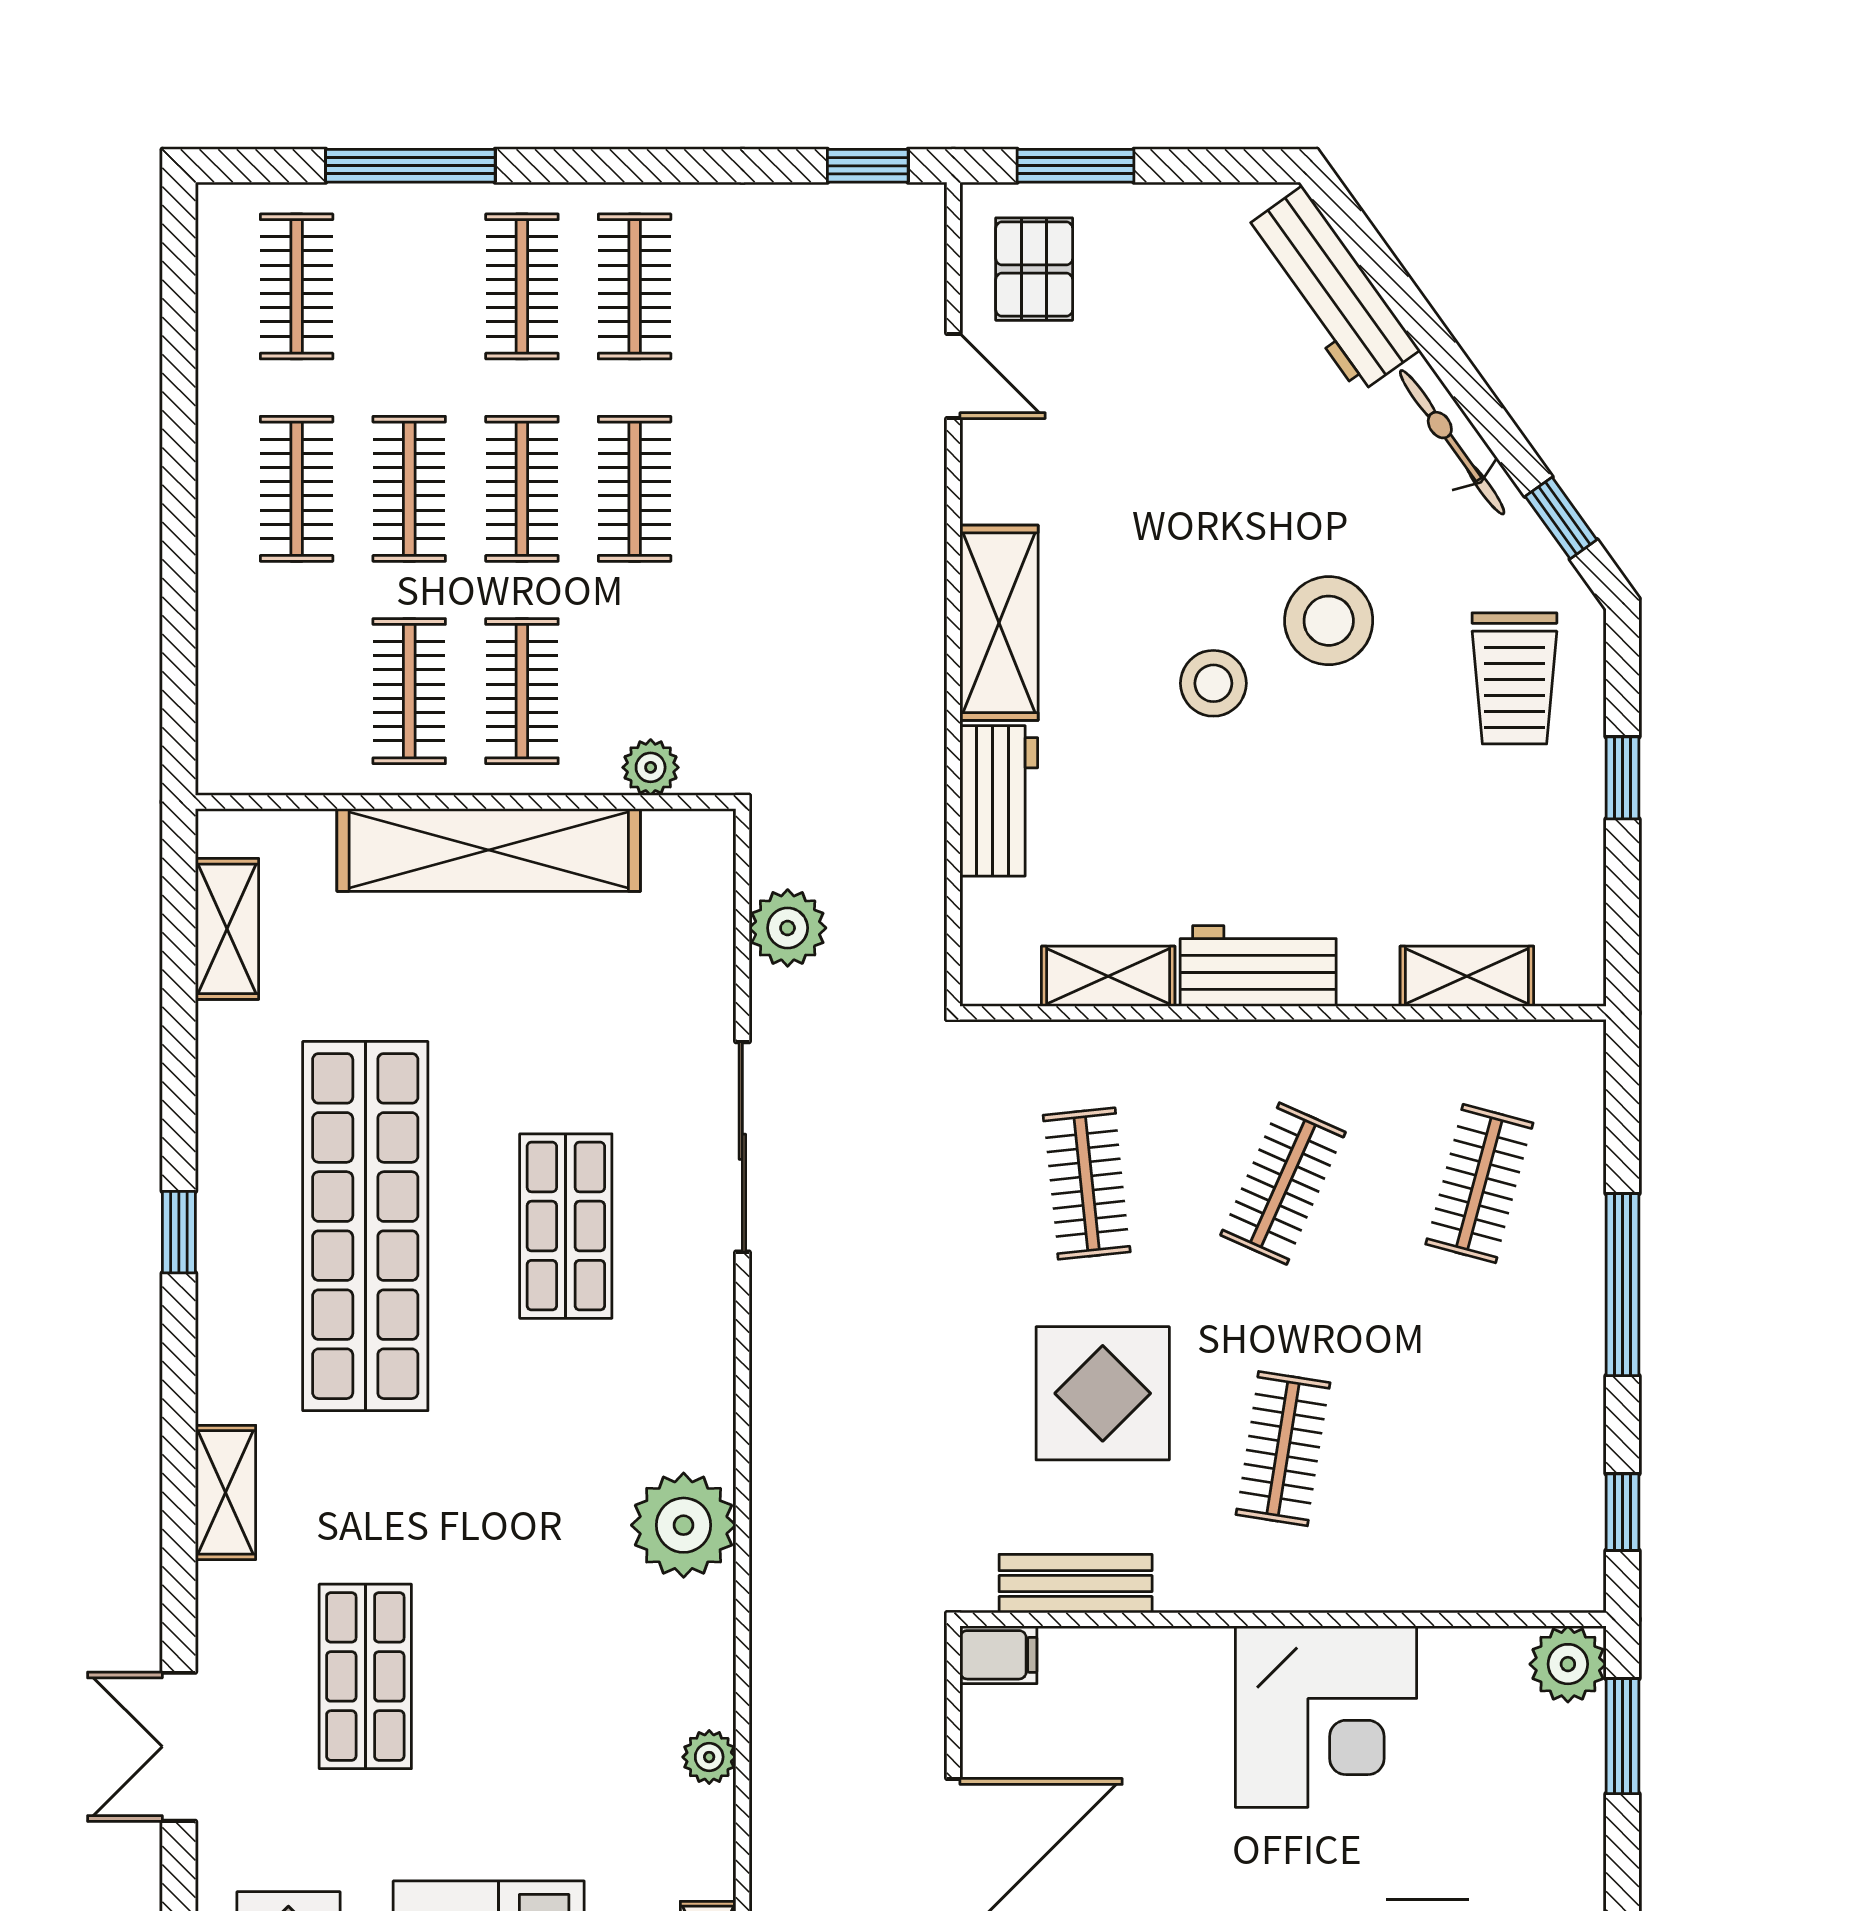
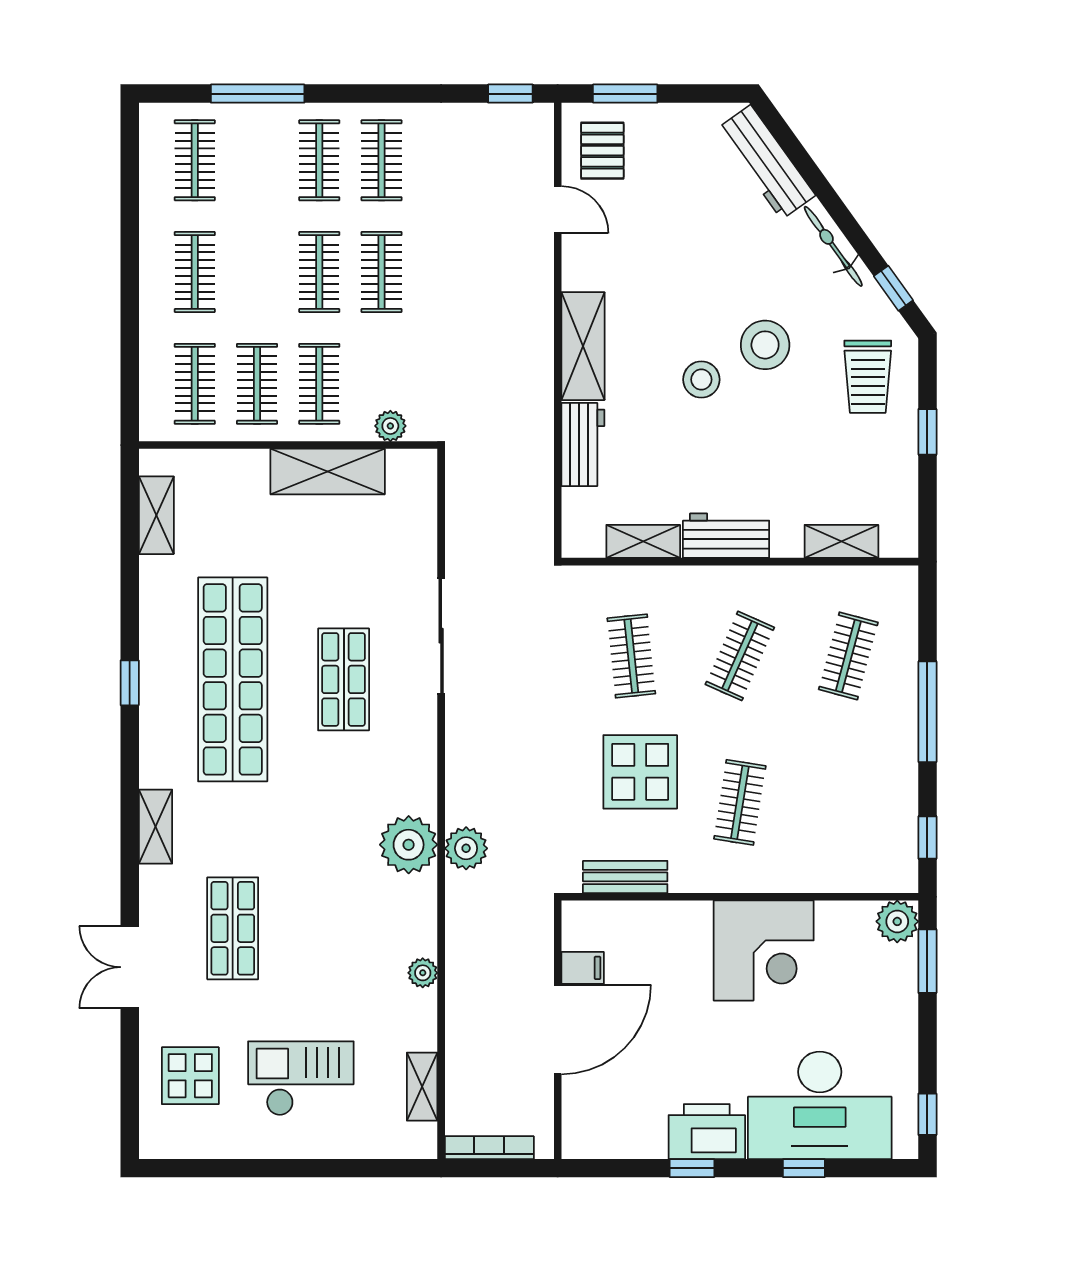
clothes rail: (409, 489) -> (195, 384), moved
shelving: (489, 850) -> (328, 472), width x0.68
plant: (788, 928) -> (466, 848), moved
filing cabinet: (998, 1655) -> (583, 968), moved

